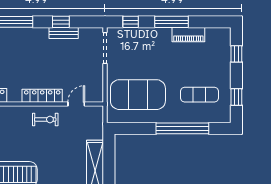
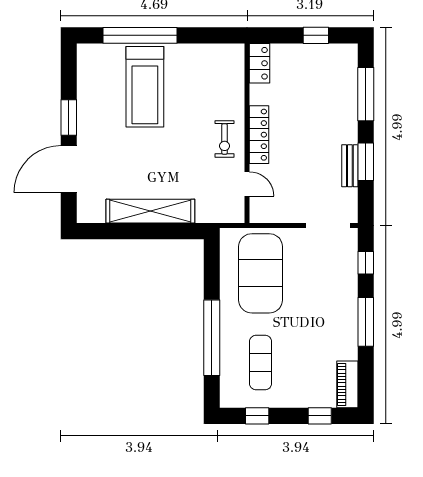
window: (61, 22) -> (366, 162), width x1.50
piano: (188, 35) -> (347, 384), moved

